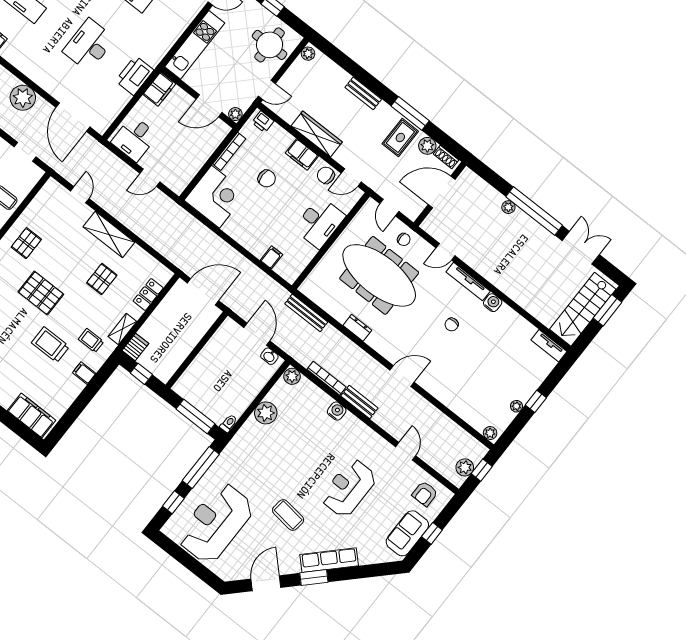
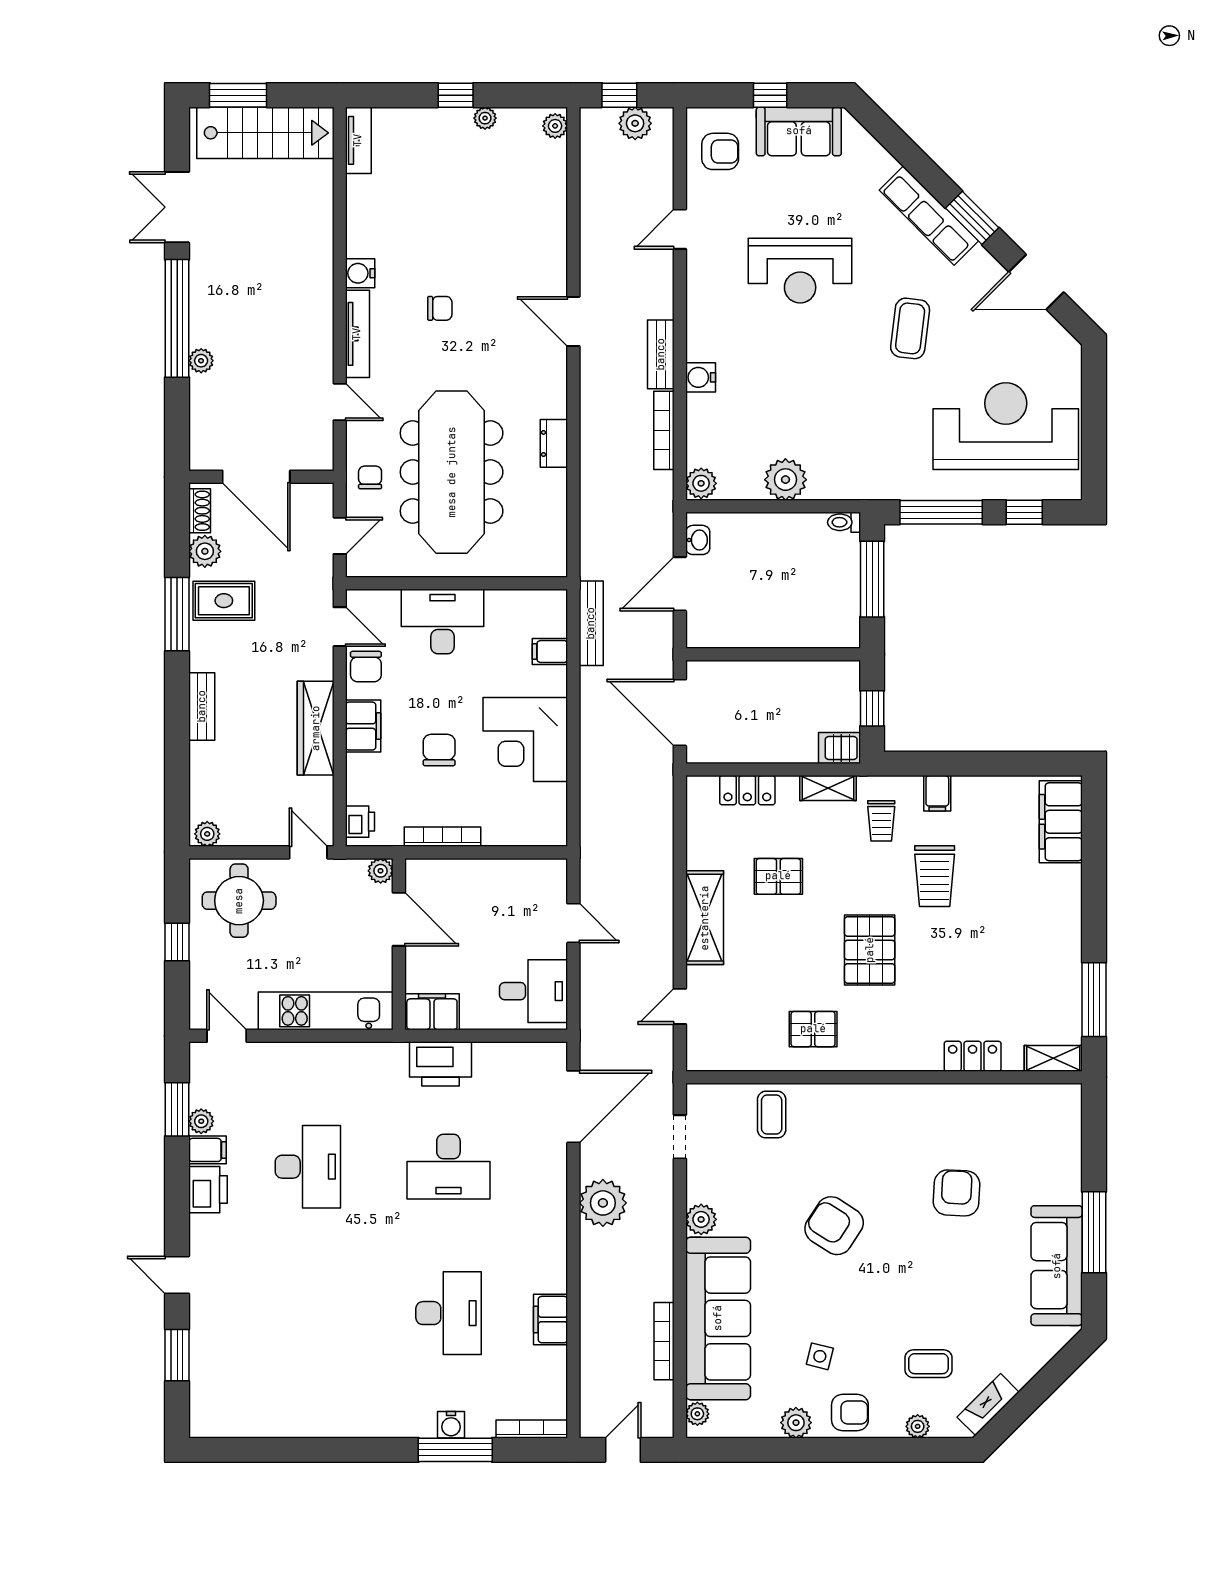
corner desk: (215, 197) -> (525, 739), moved, turned -90
bench: (306, 313) -> (591, 623), moved
reception desk: (216, 523) -> (1006, 426), turned 180

